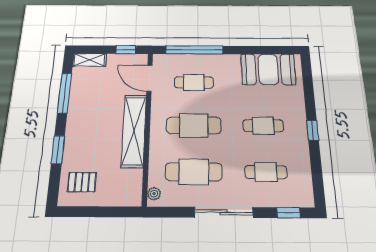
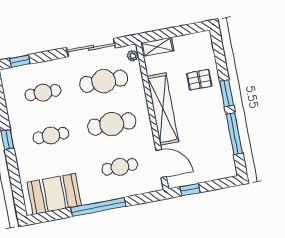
window: (194, 50) -> (98, 207), moved
shelving: (90, 60) -> (157, 47), moved
window: (58, 150) -> (227, 93), moved
pallet: (82, 182) -> (199, 80), moved
sliding door: (224, 212) -> (91, 48), moved

